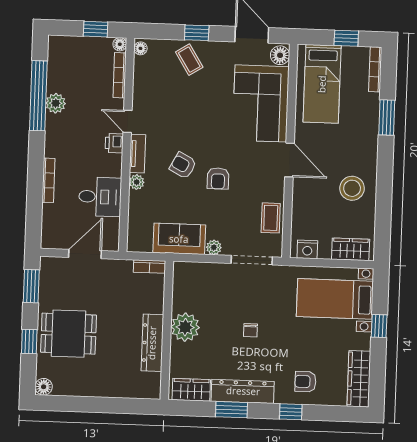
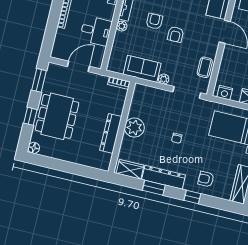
armchair: (183, 165) -> (154, 21), turned 62
dining table: (69, 334) -> (57, 116), width x1.37

